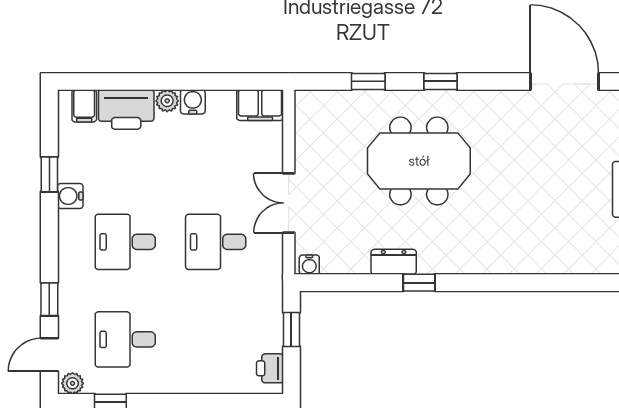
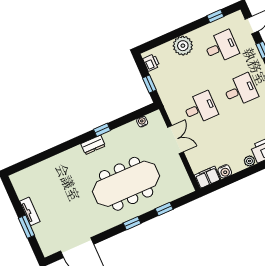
water cooler: (193, 102) -> (225, 171), moved
meeting table: (419, 161) -> (126, 184), width x1.36
dresser: (394, 262) -> (93, 145), moved
water cooler: (309, 265) -> (142, 122), moved
plant: (73, 383) -> (183, 46), moved, width x1.88, depth x1.88

